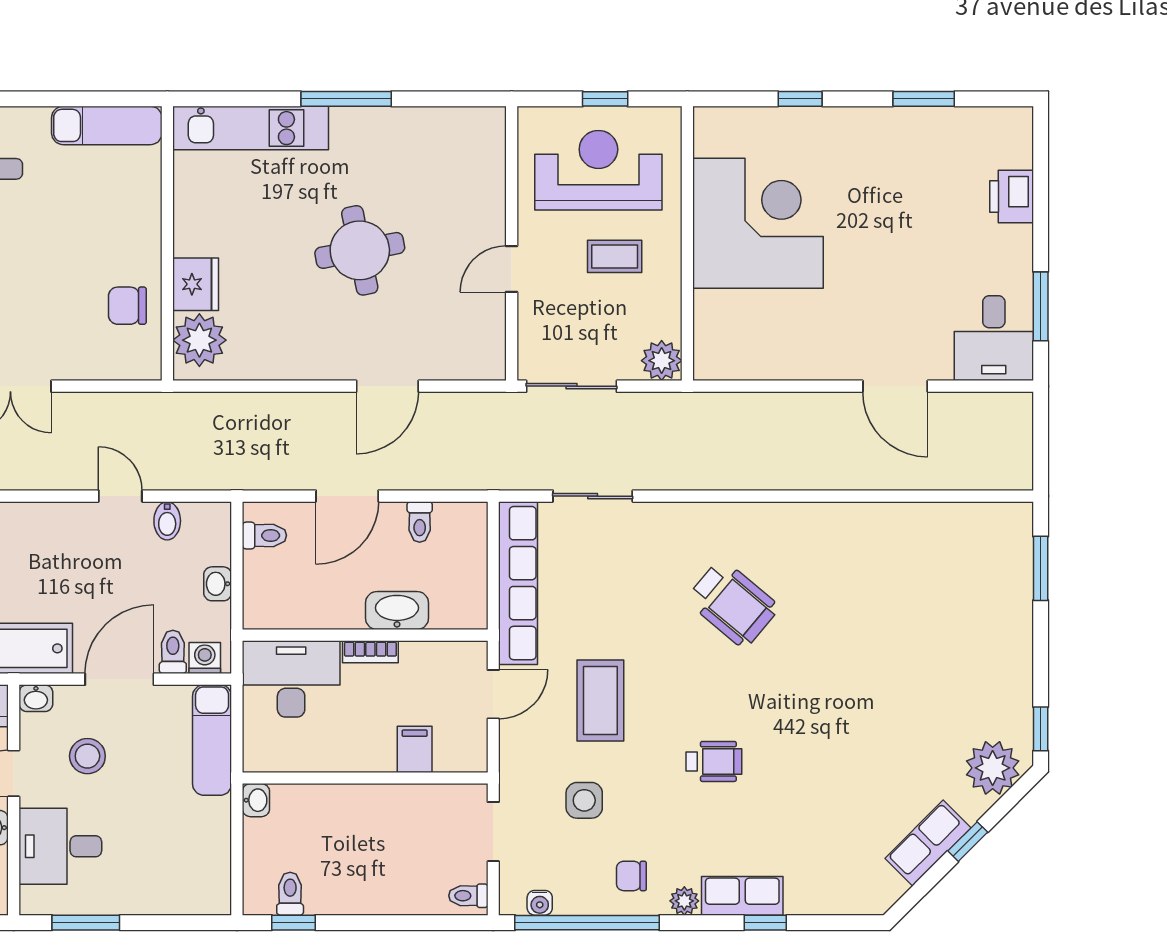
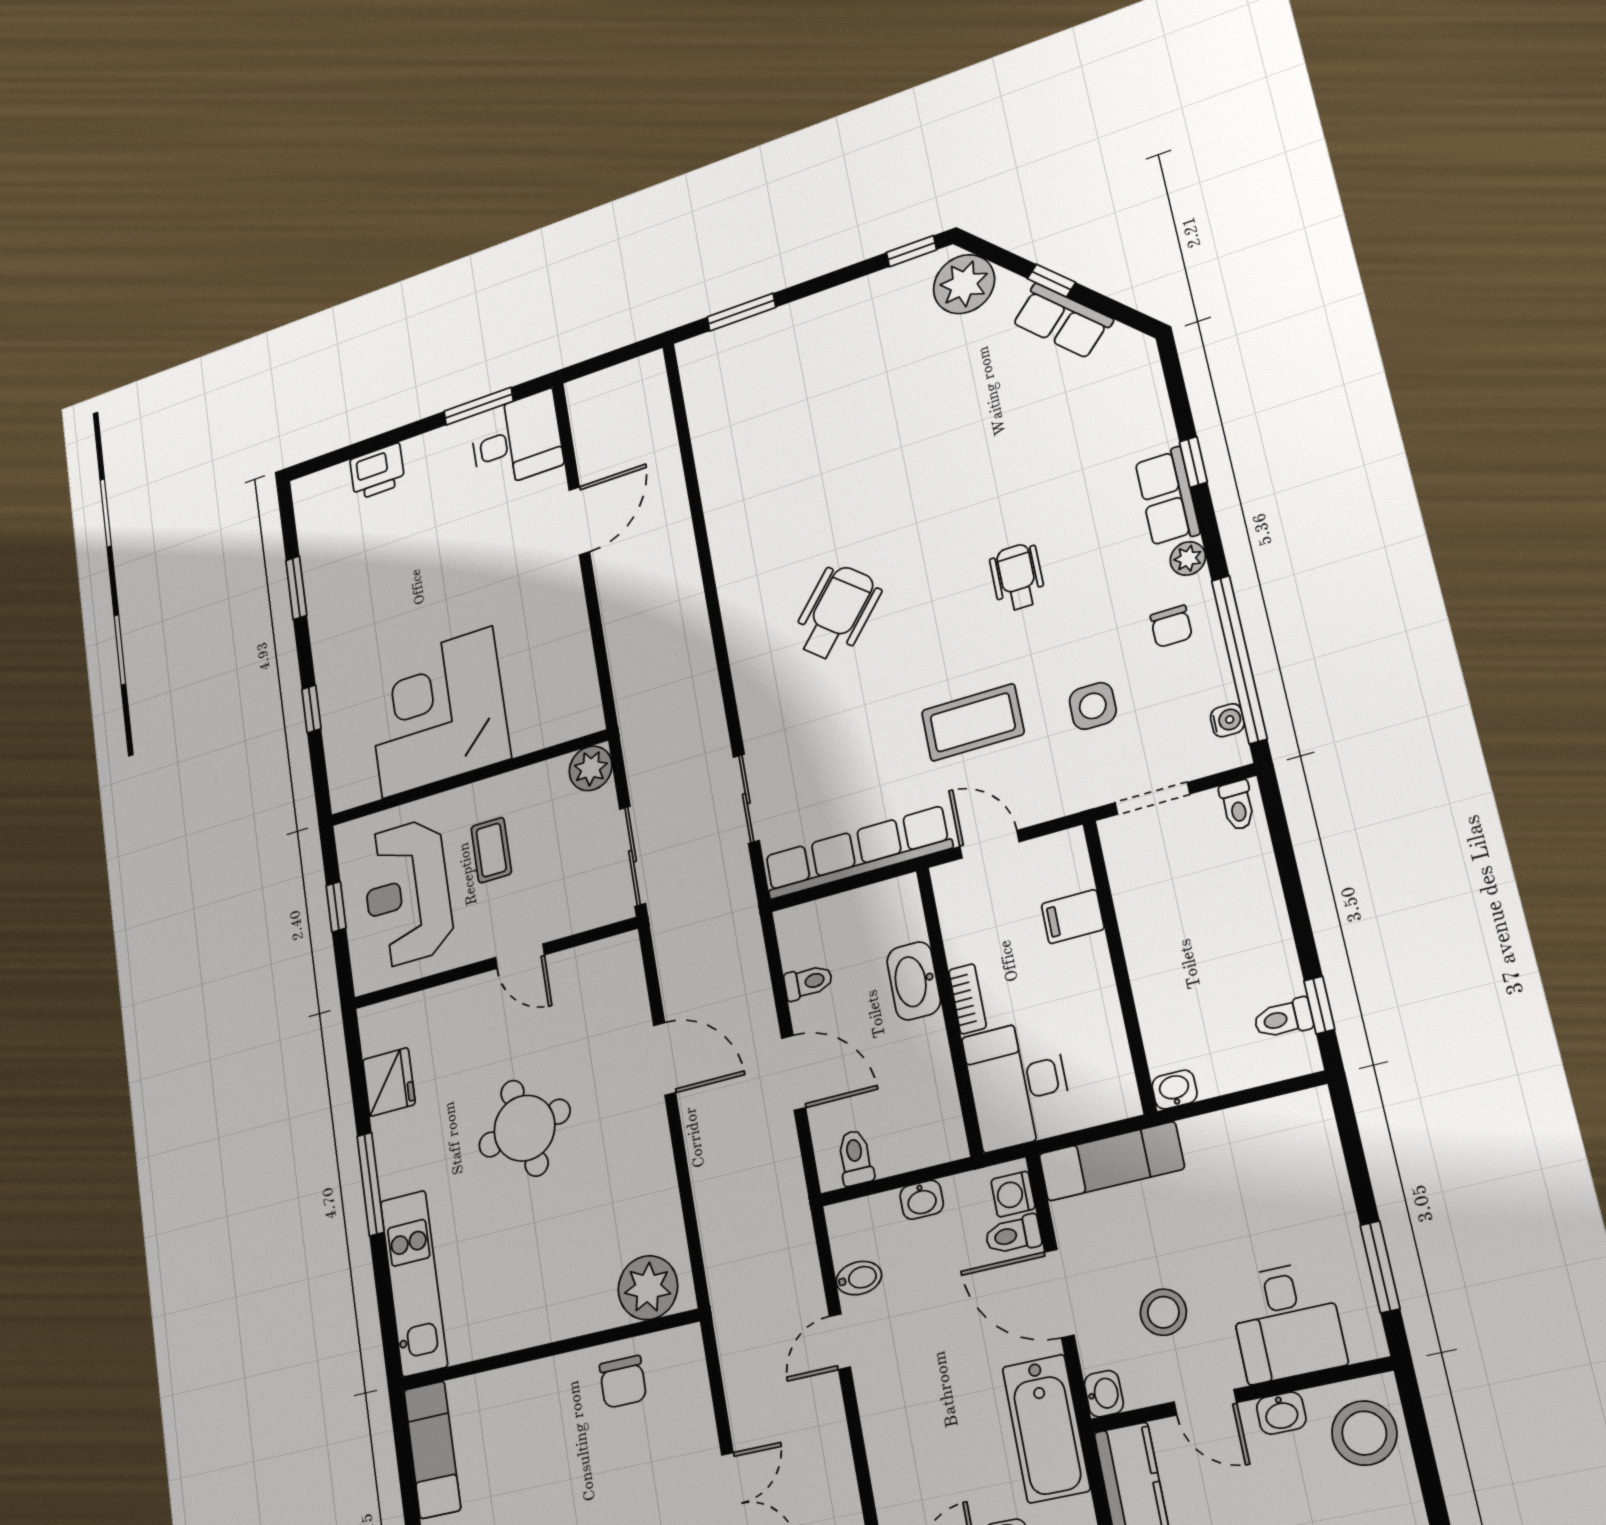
fridge: (196, 284) -> (389, 1082), moved, turned 90

